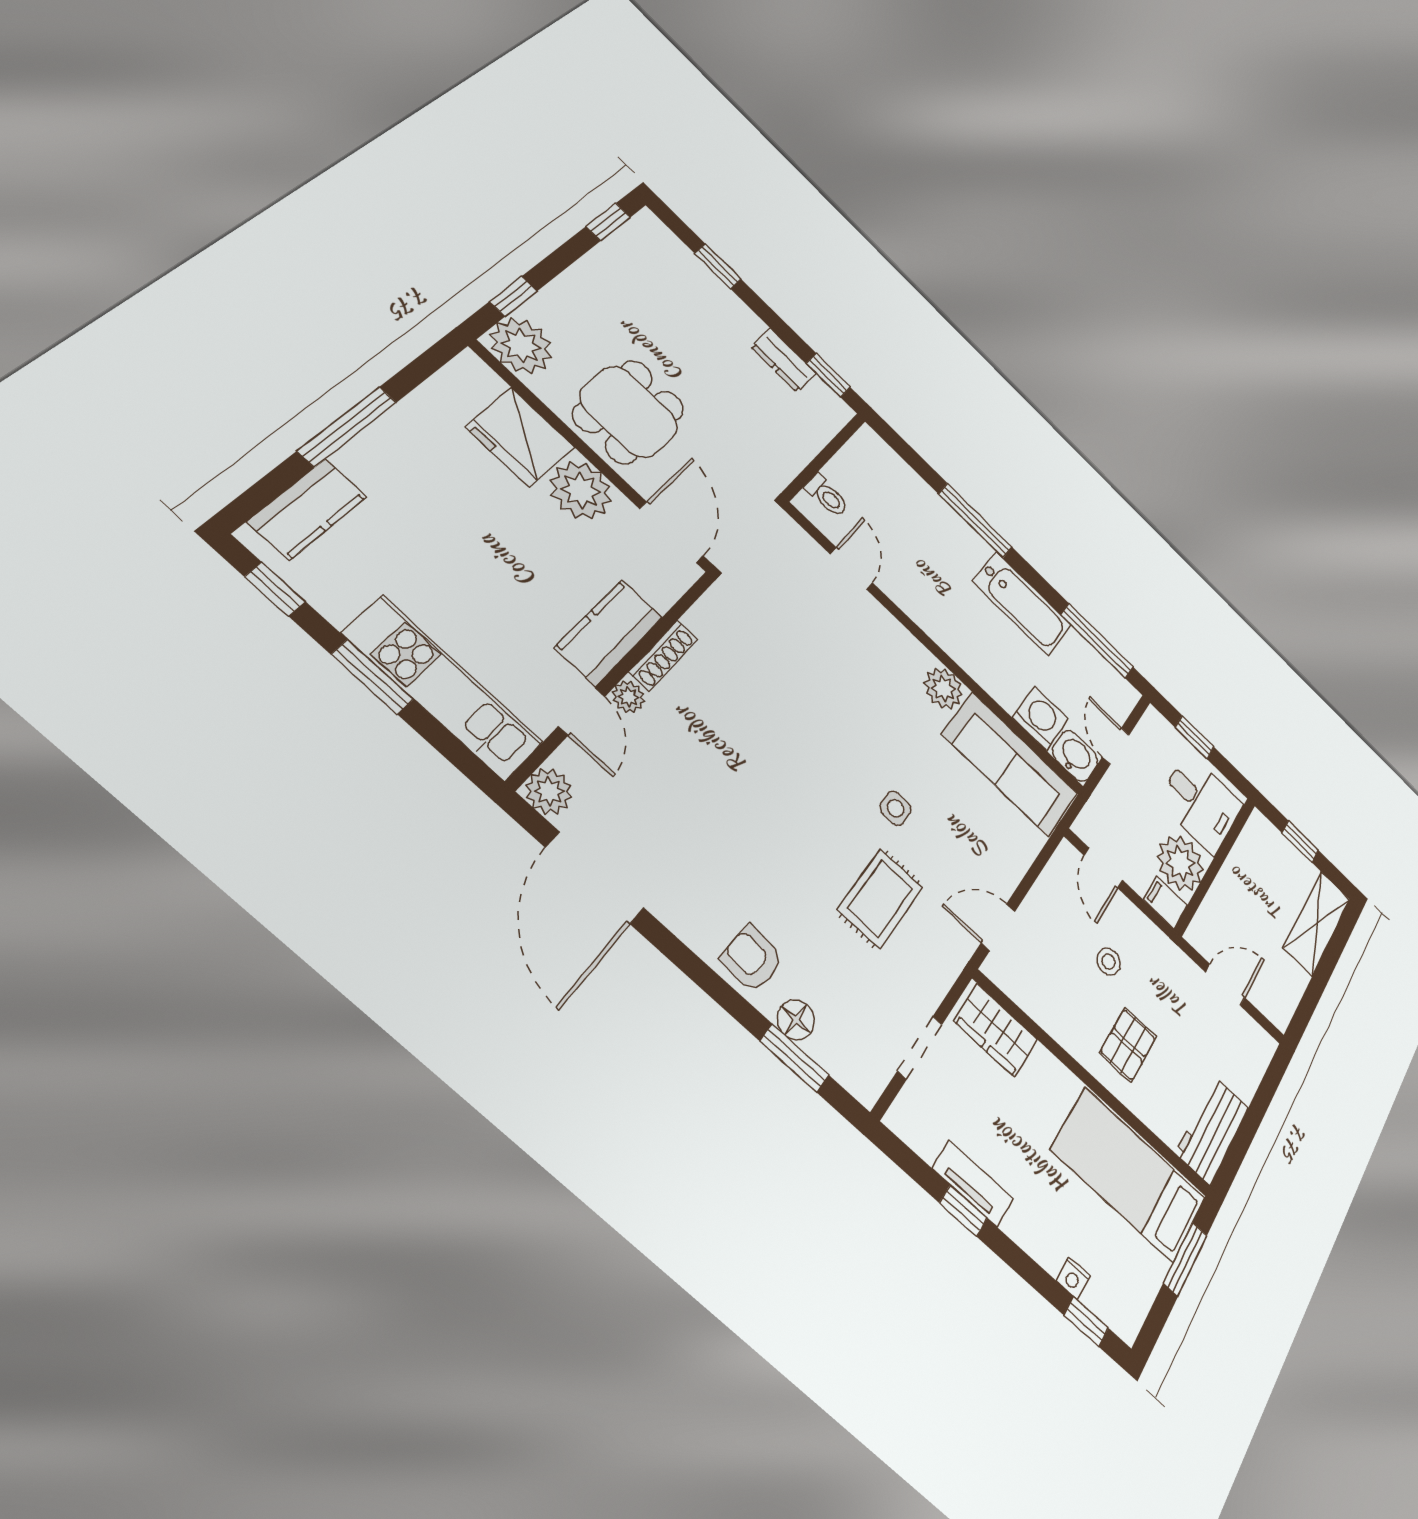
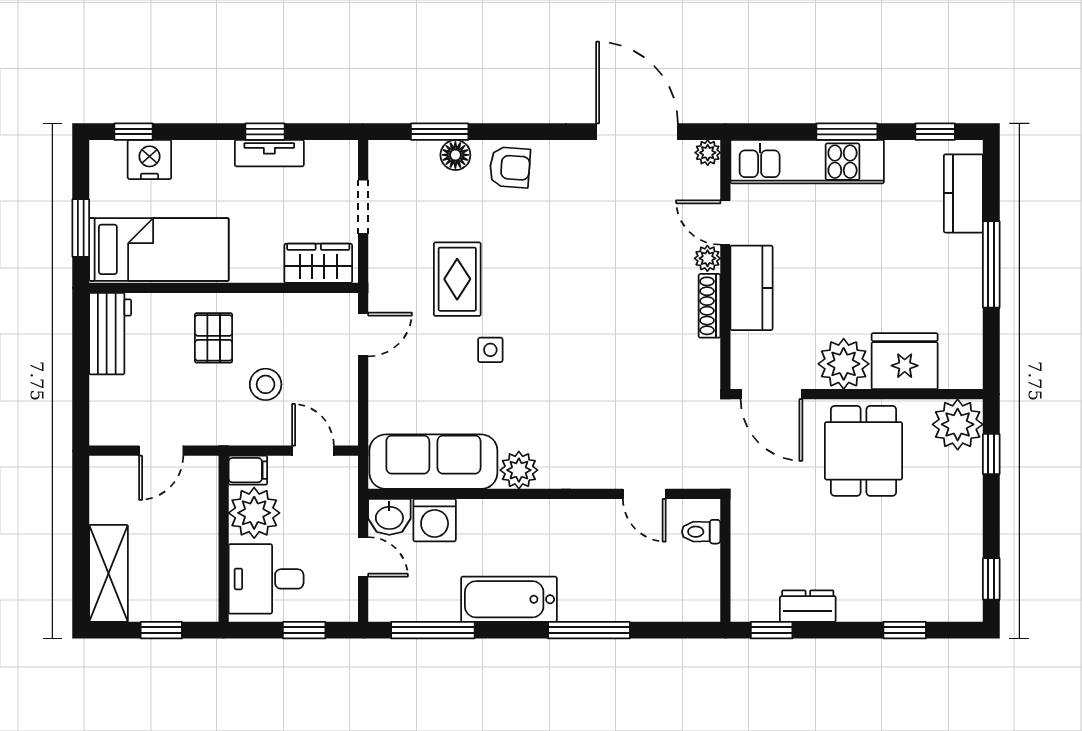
plant: (549, 791) -> (708, 153), width x0.73, depth x0.73
stool: (1109, 962) -> (266, 384), width x1.37, depth x1.37
nightstand: (1073, 1278) -> (149, 159), width x1.89, depth x1.79

